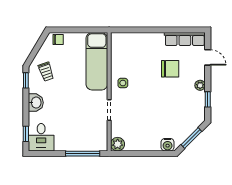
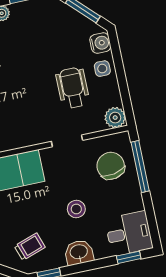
side table: (123, 83) -> (102, 69), moved
stool: (64, 107) -> (76, 209), added
wheelchair: (143, 121) -> (73, 88), added
chair: (87, 135) -> (111, 166), added

